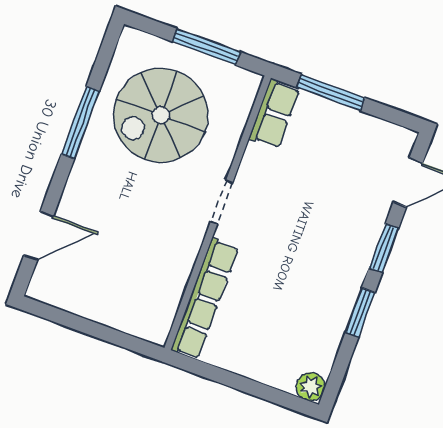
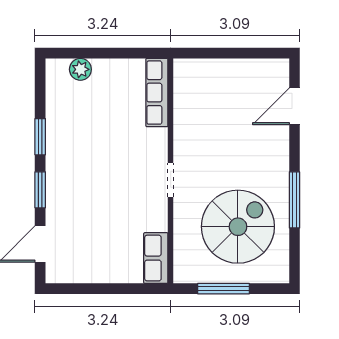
window: (331, 93) -> (120, 289), removed
row of seats: (205, 299) -> (157, 93), width x0.73
plant: (311, 387) -> (80, 69), moved

